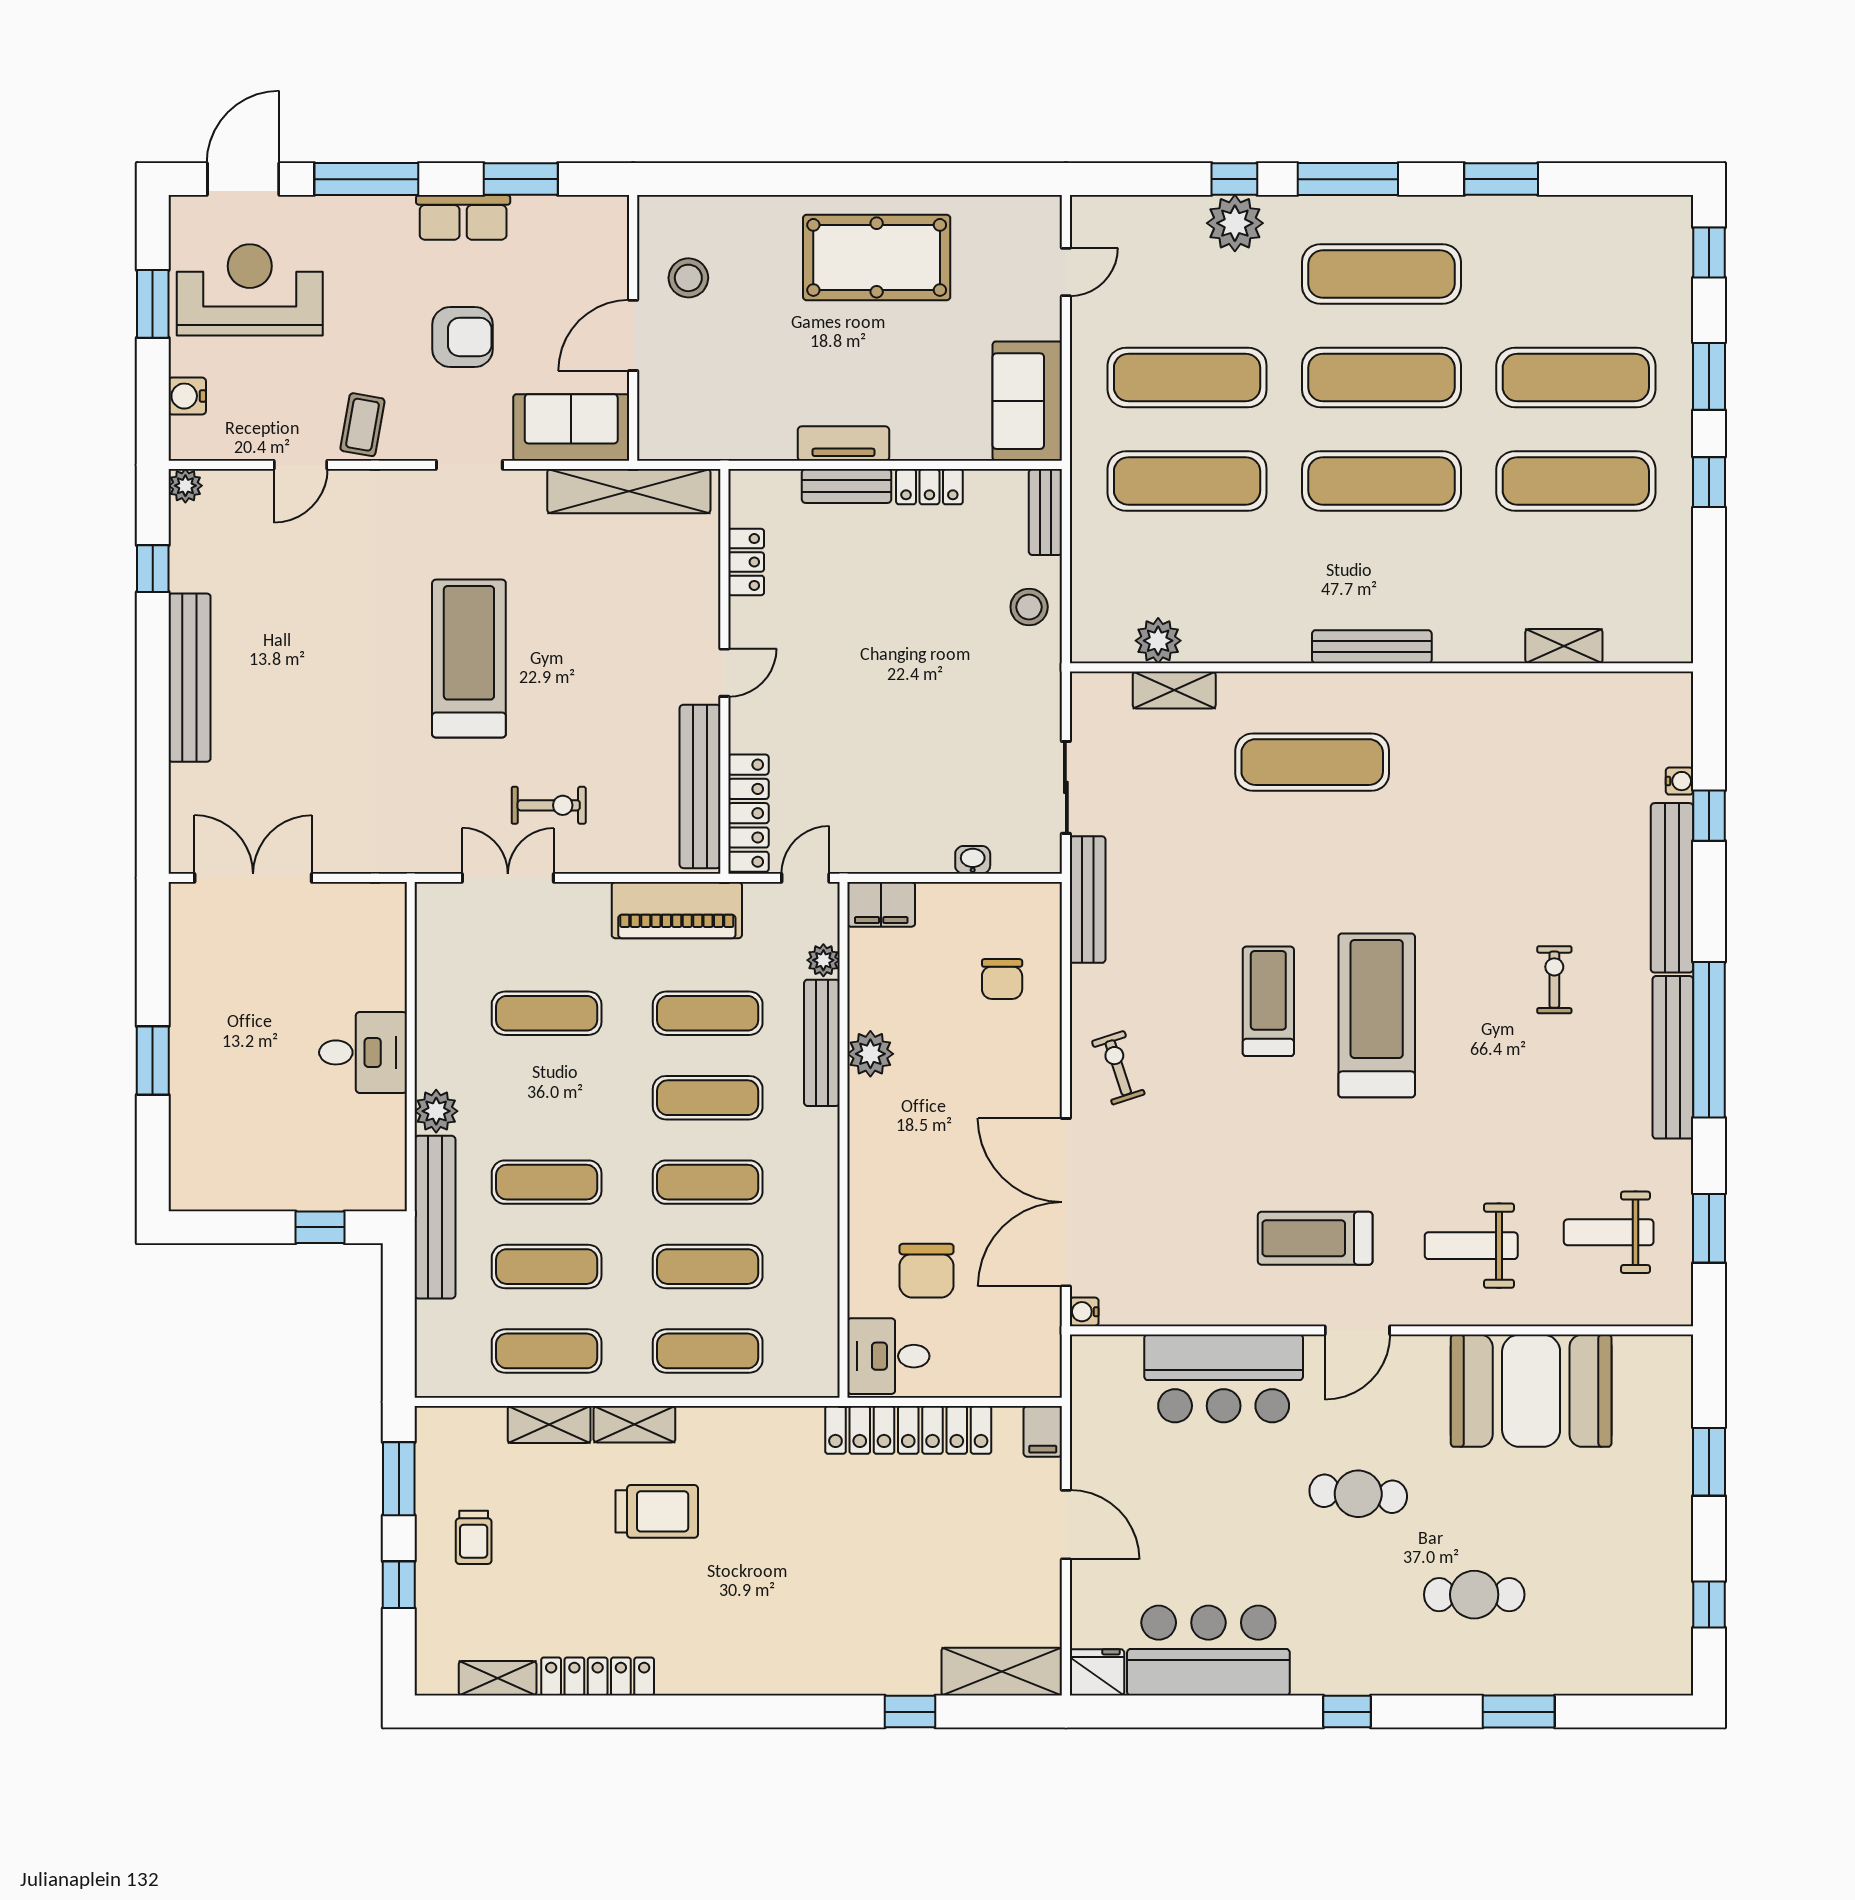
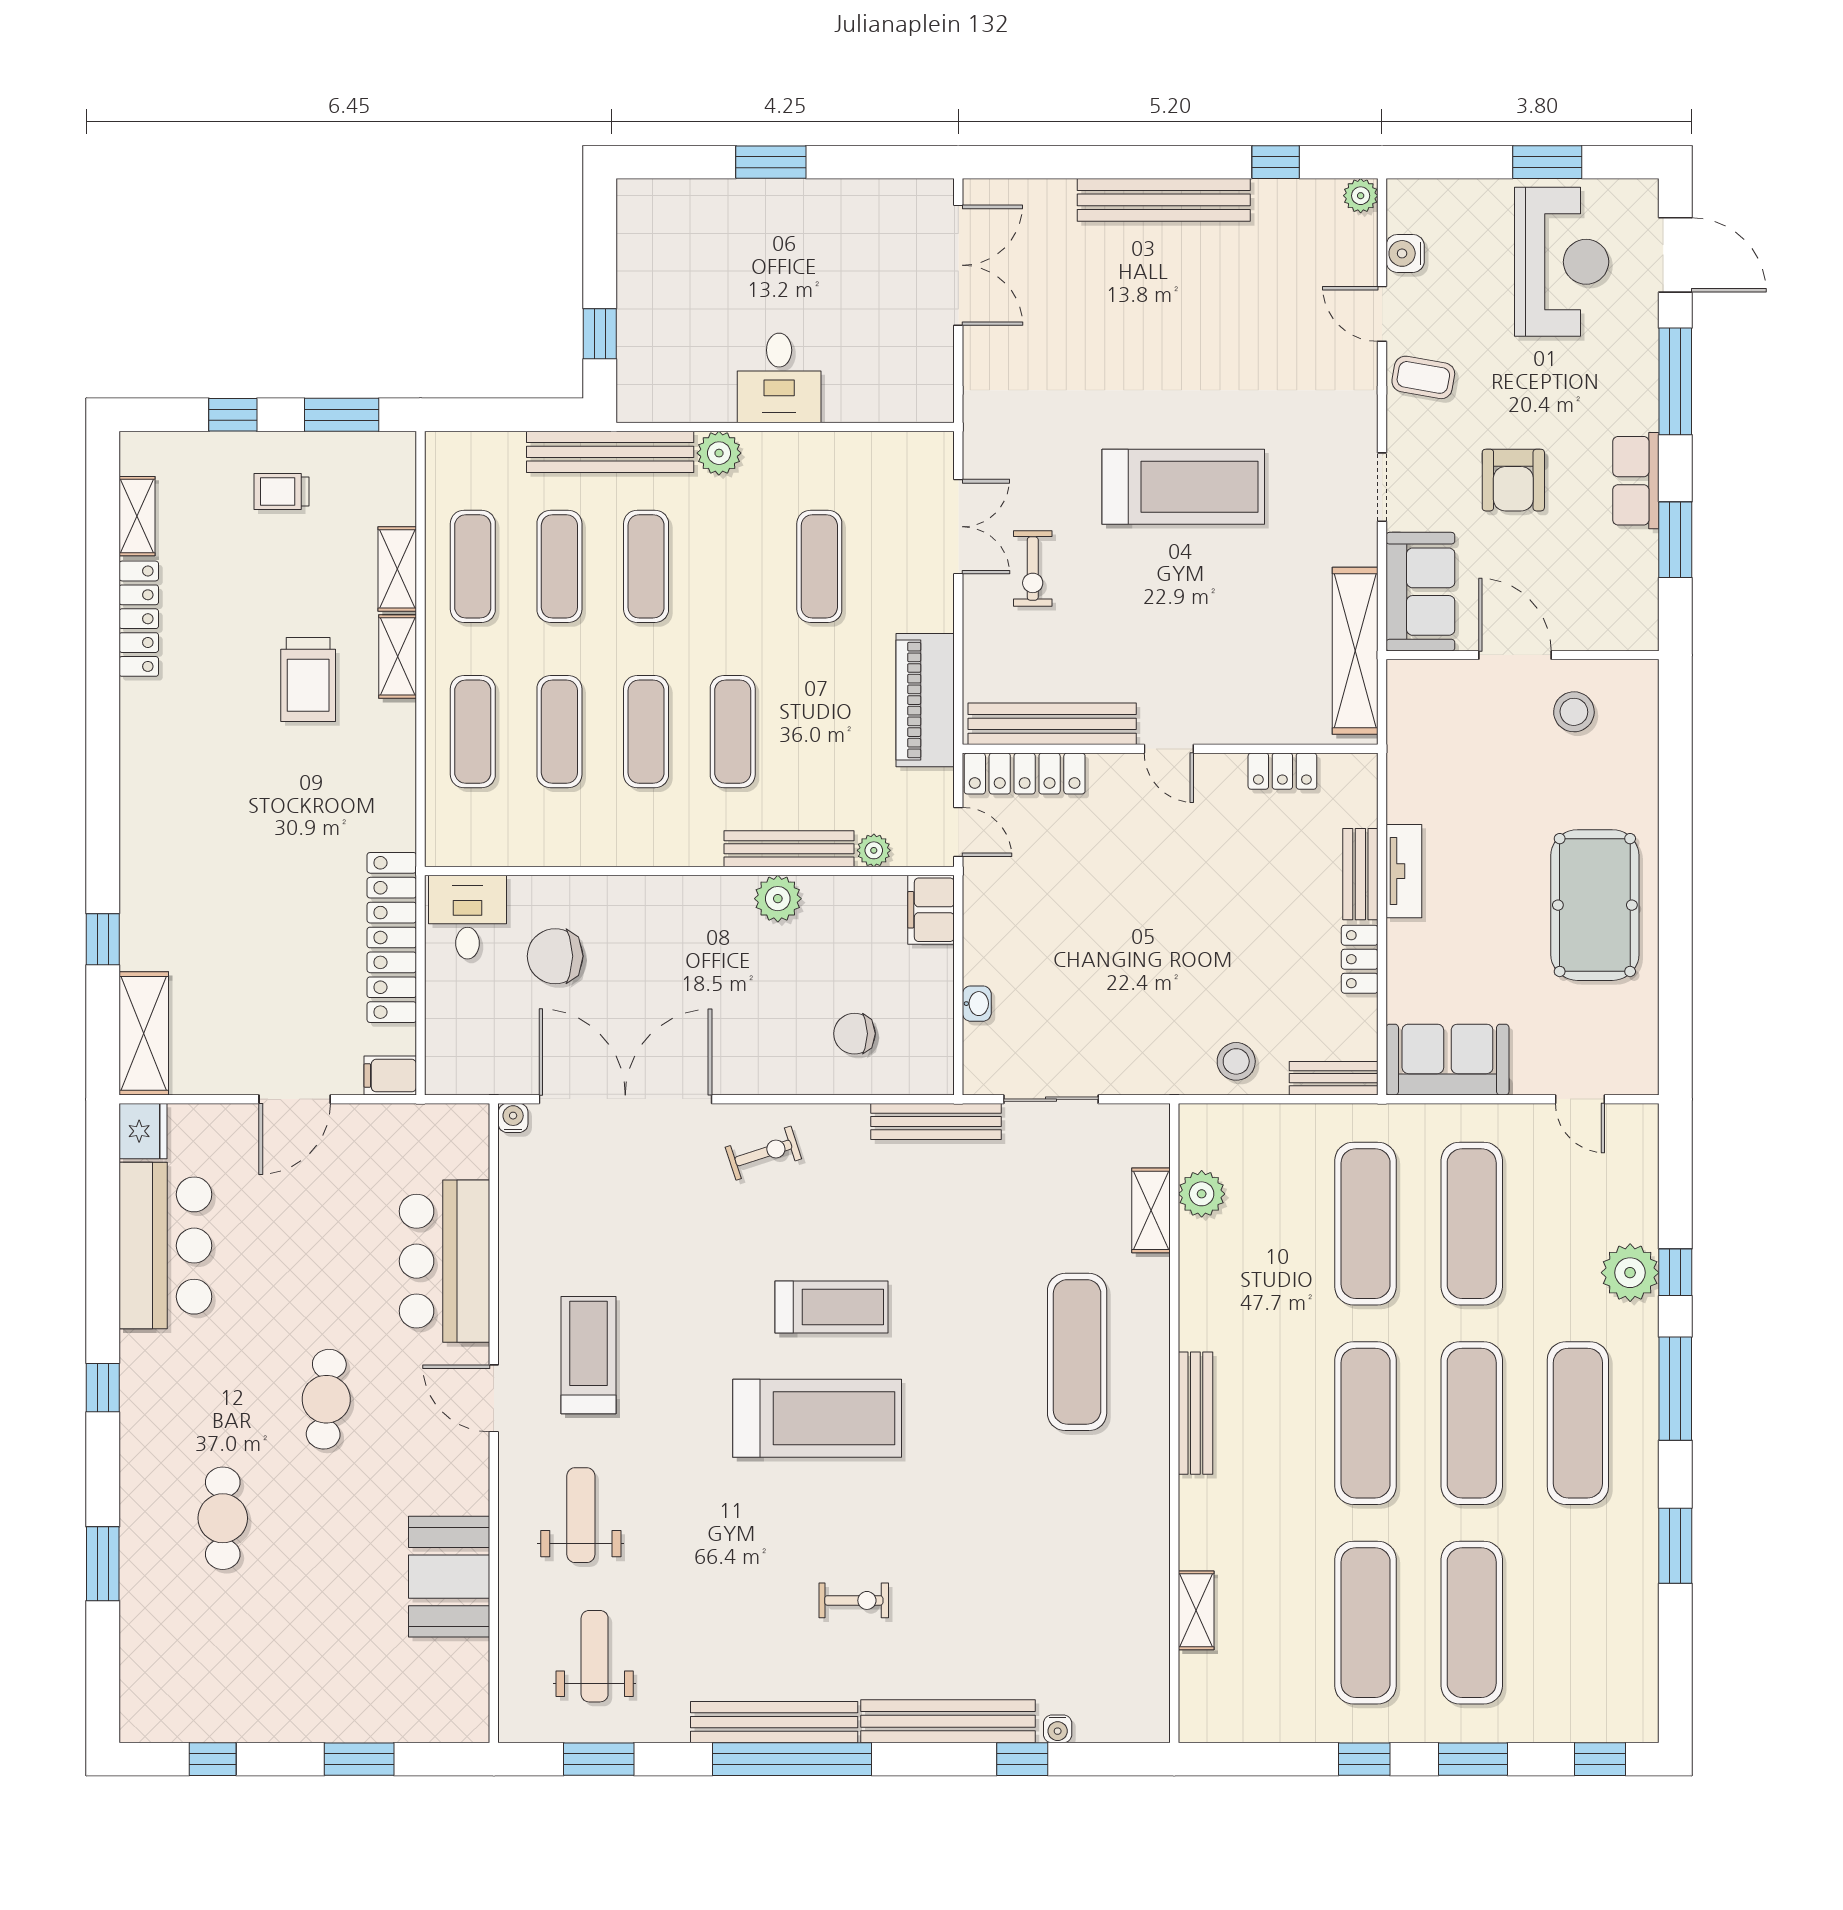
water cooler: (187, 396) -> (1405, 253), moved, turned -90
exercise mat: (708, 1013) -> (819, 732), removed
booth: (1531, 1391) -> (449, 1577), width x0.73, depth x0.70

